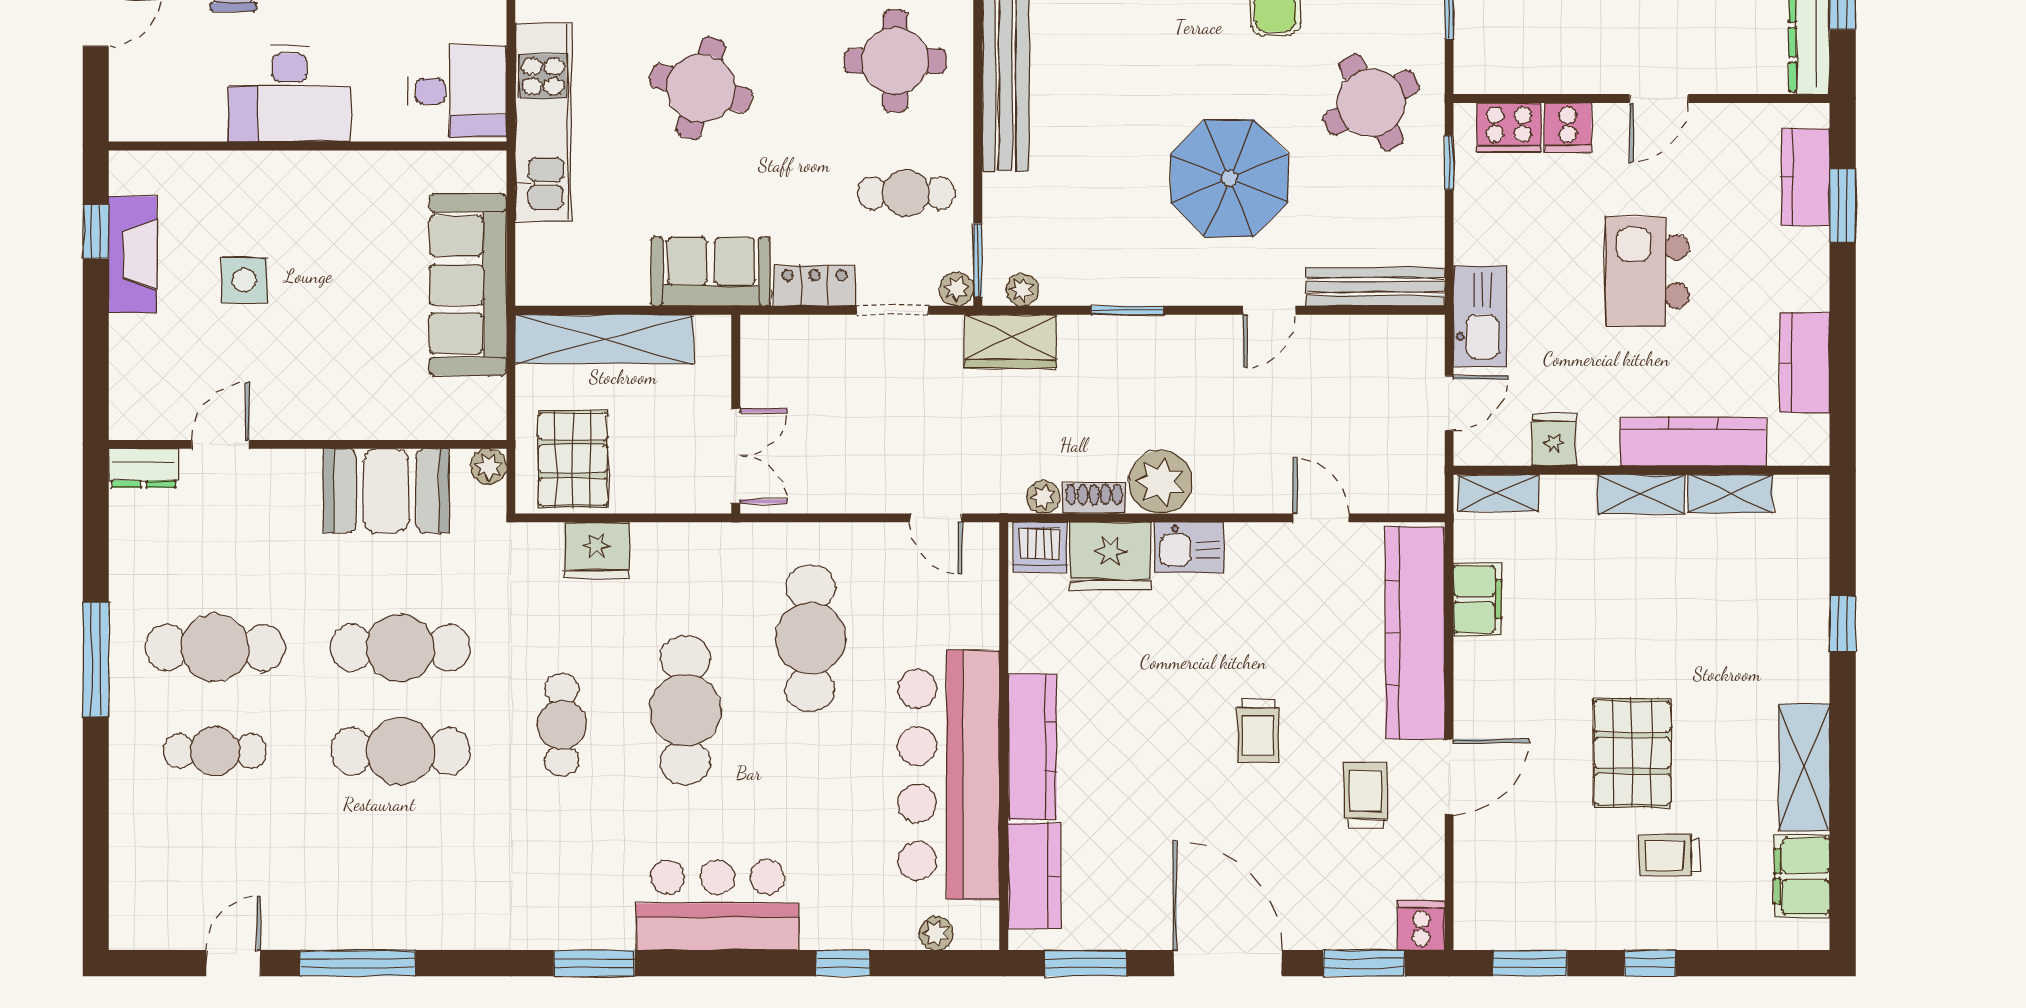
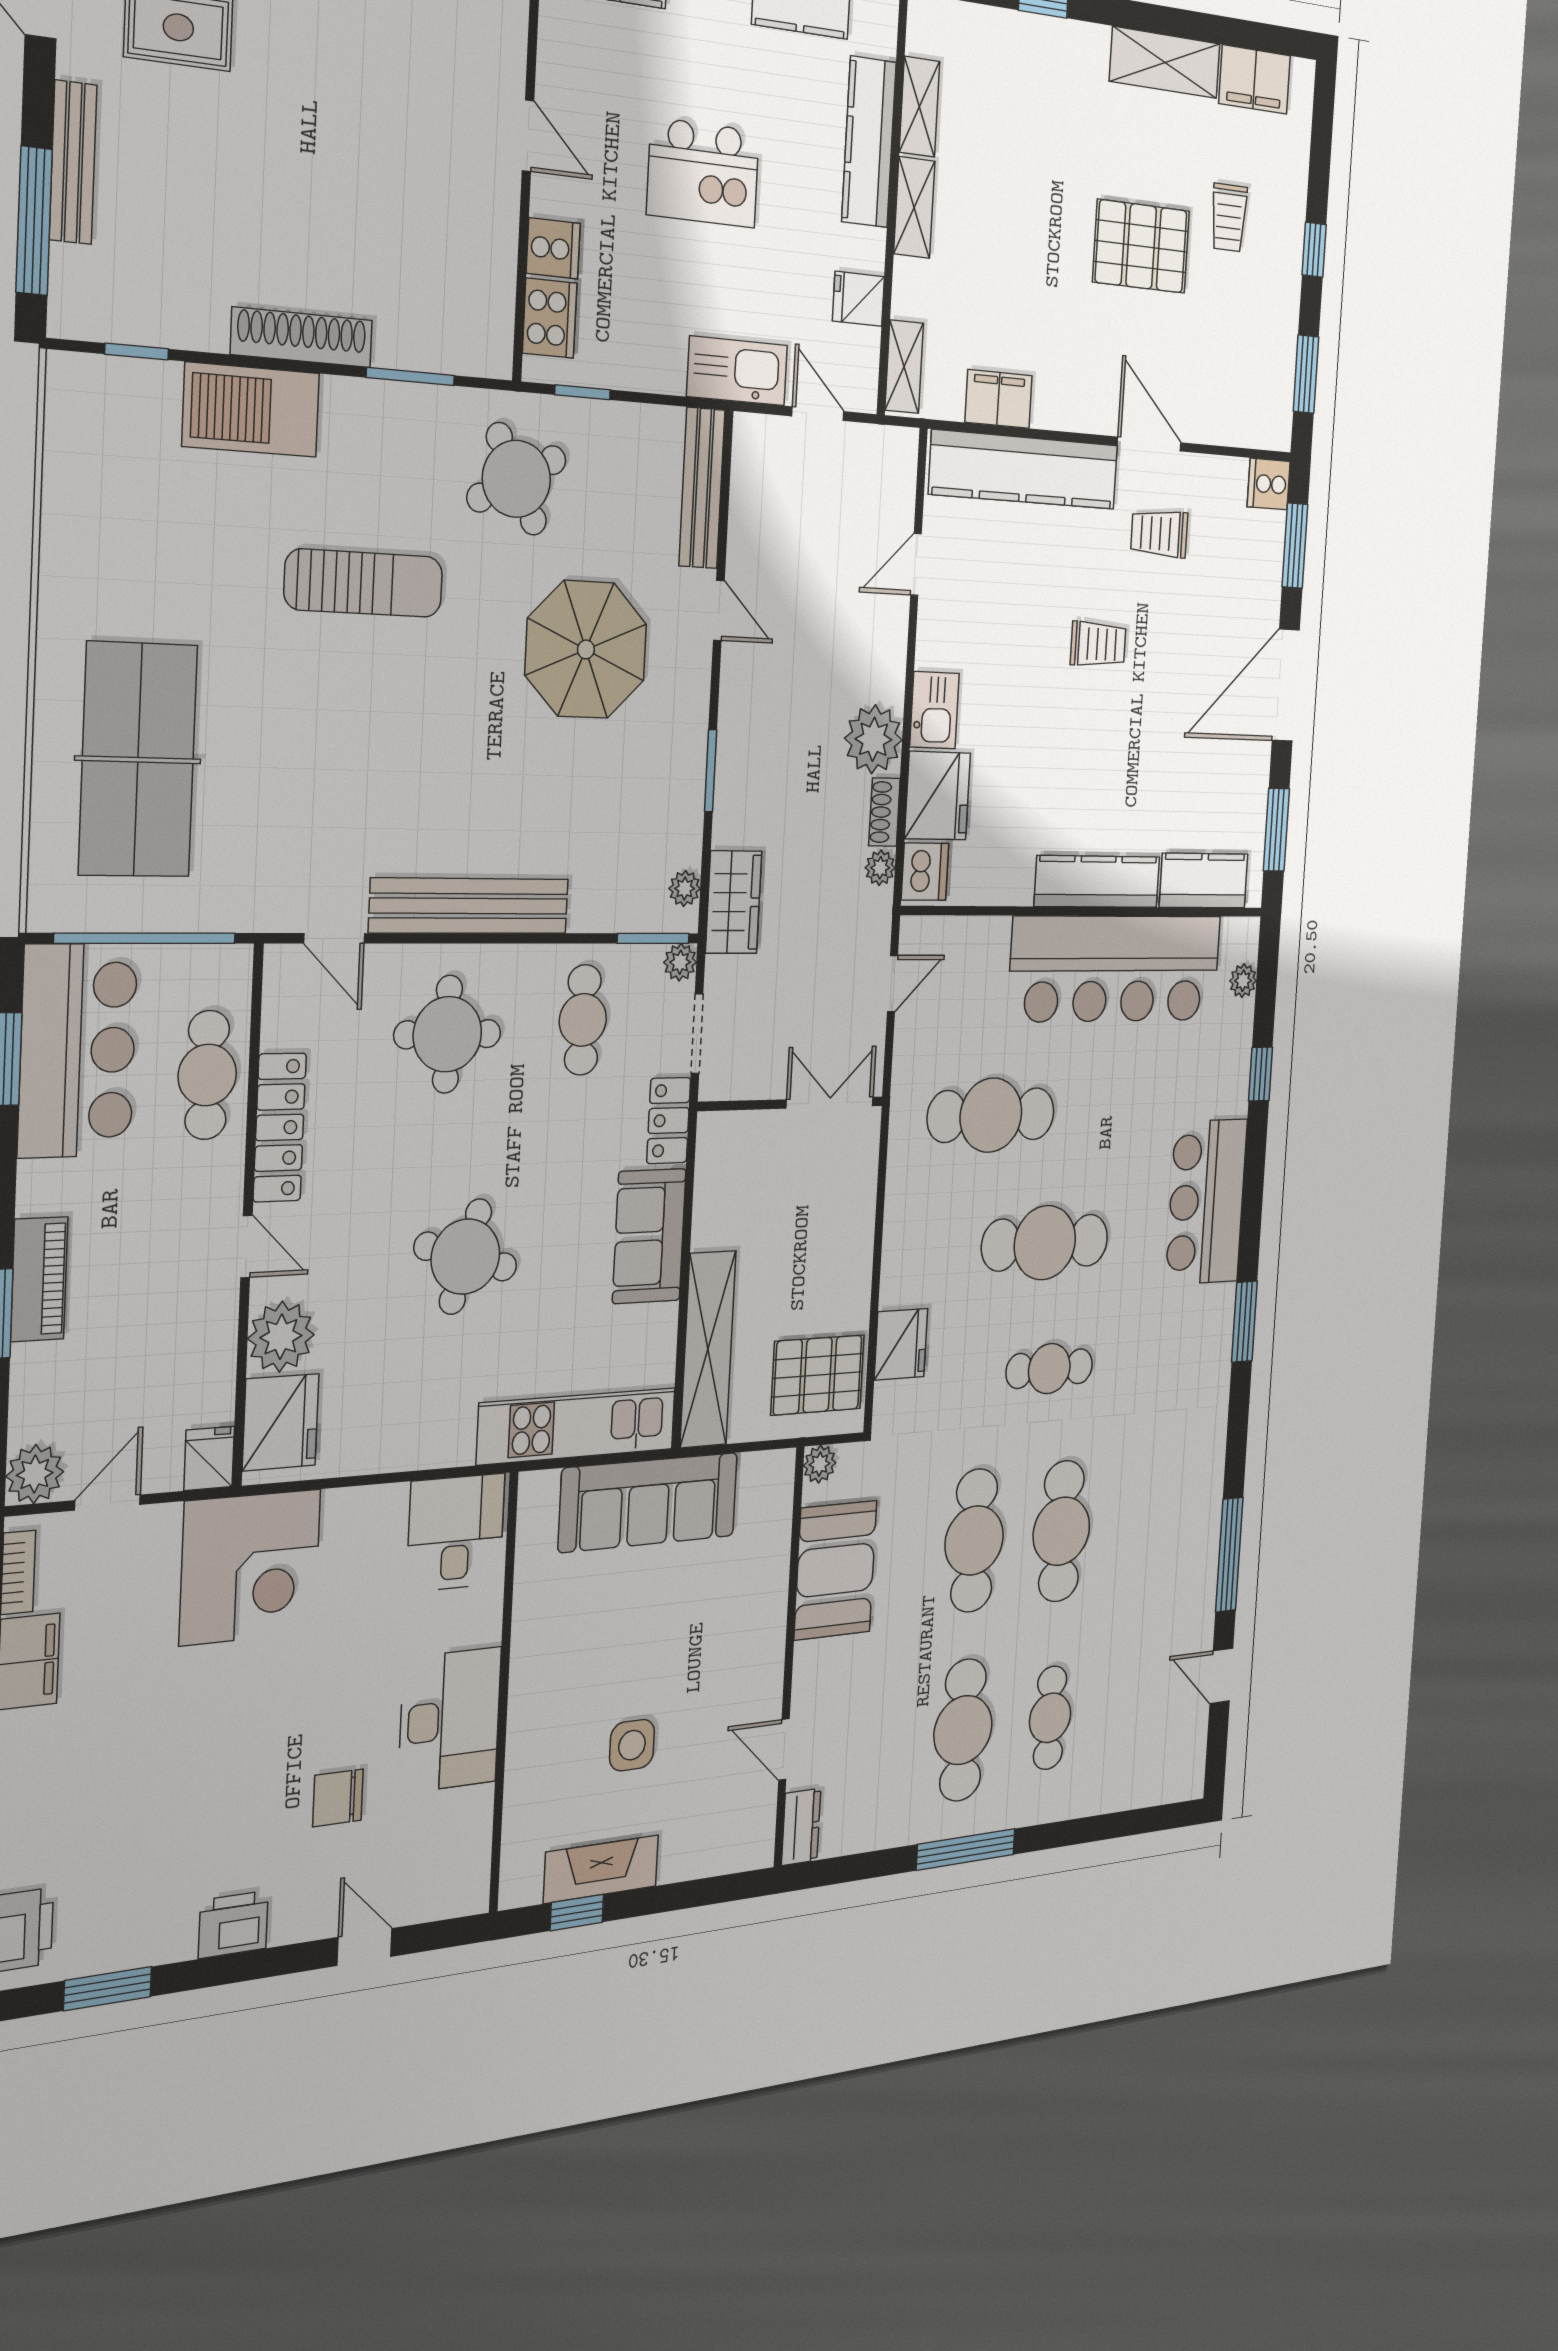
kitchen unit: (543, 122) -> (577, 1426), moved
wall: (736, 414) -> (791, 1104), moved
double door: (736, 456) -> (830, 1103), moved

